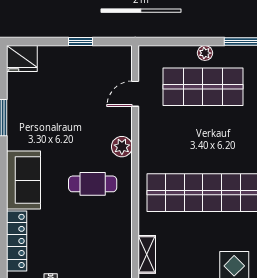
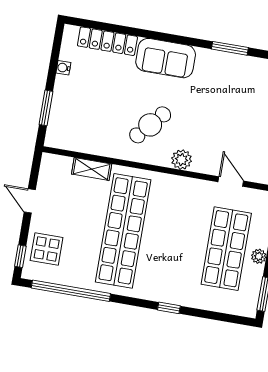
cafe table: (93, 184) -> (150, 125), turned 41
shelving: (147, 254) -> (92, 169), moved

